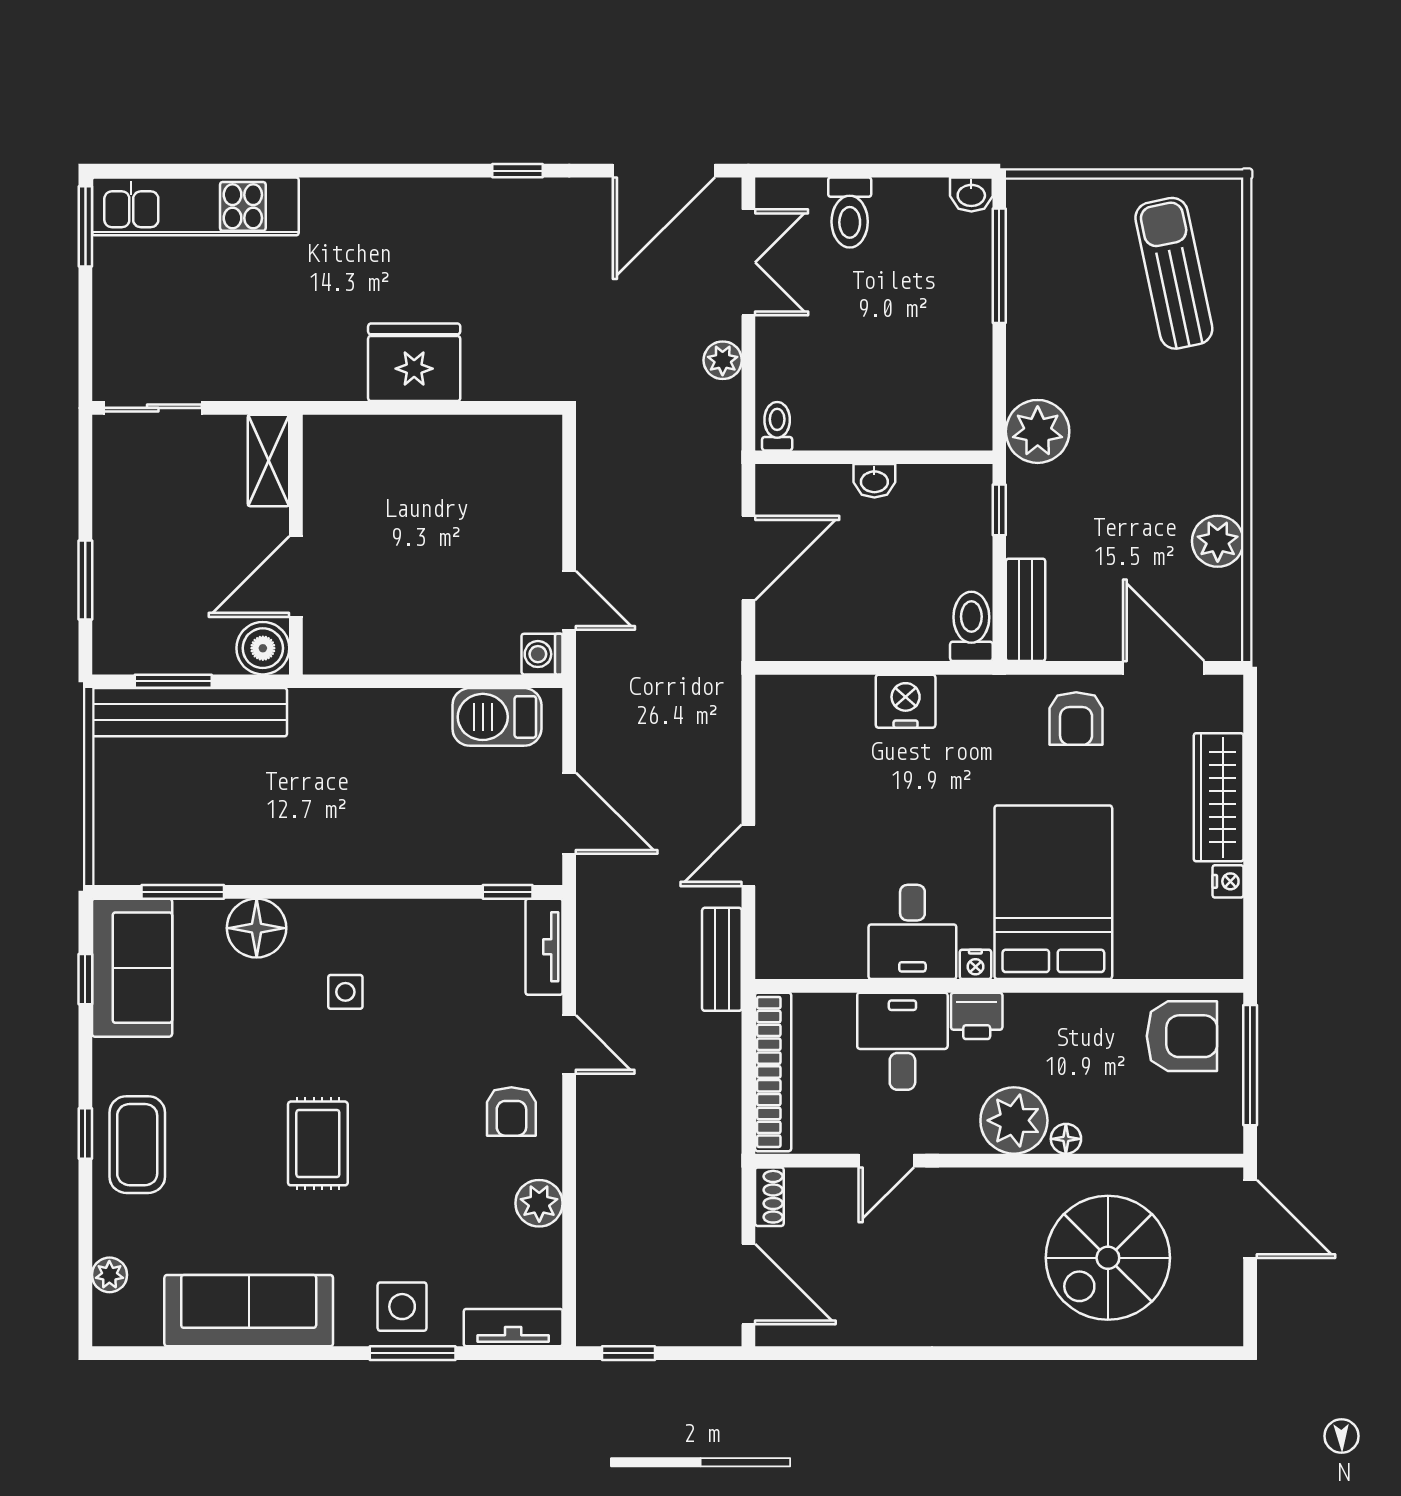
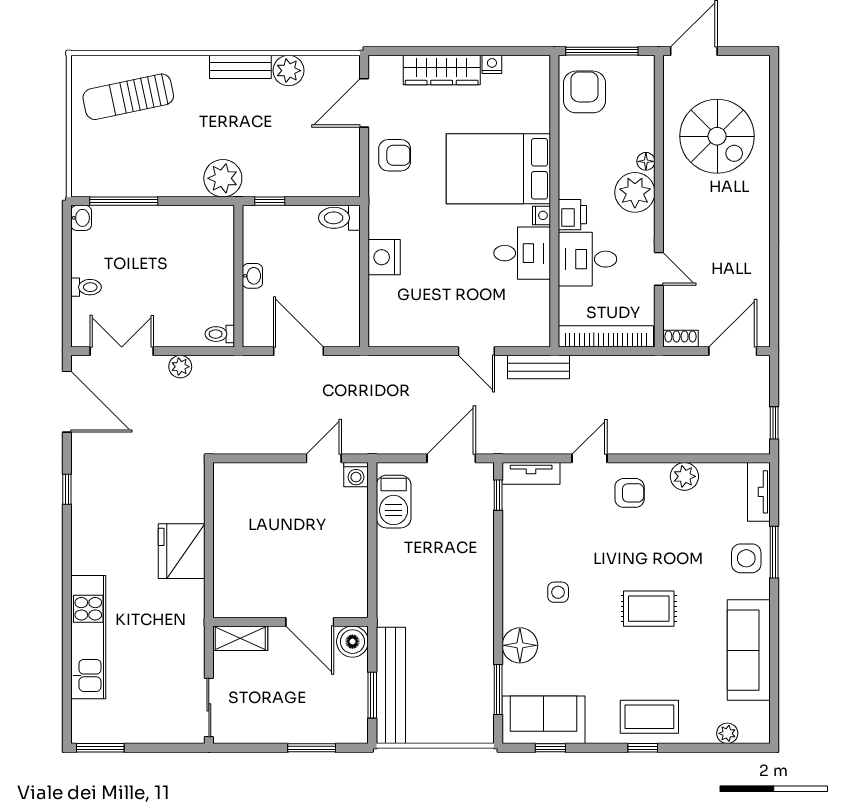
kitchen unit: (195, 206) -> (88, 637), moved
toilet: (850, 212) -> (86, 287), width x0.73, depth x0.72
bench: (1026, 610) -> (240, 67), moved

